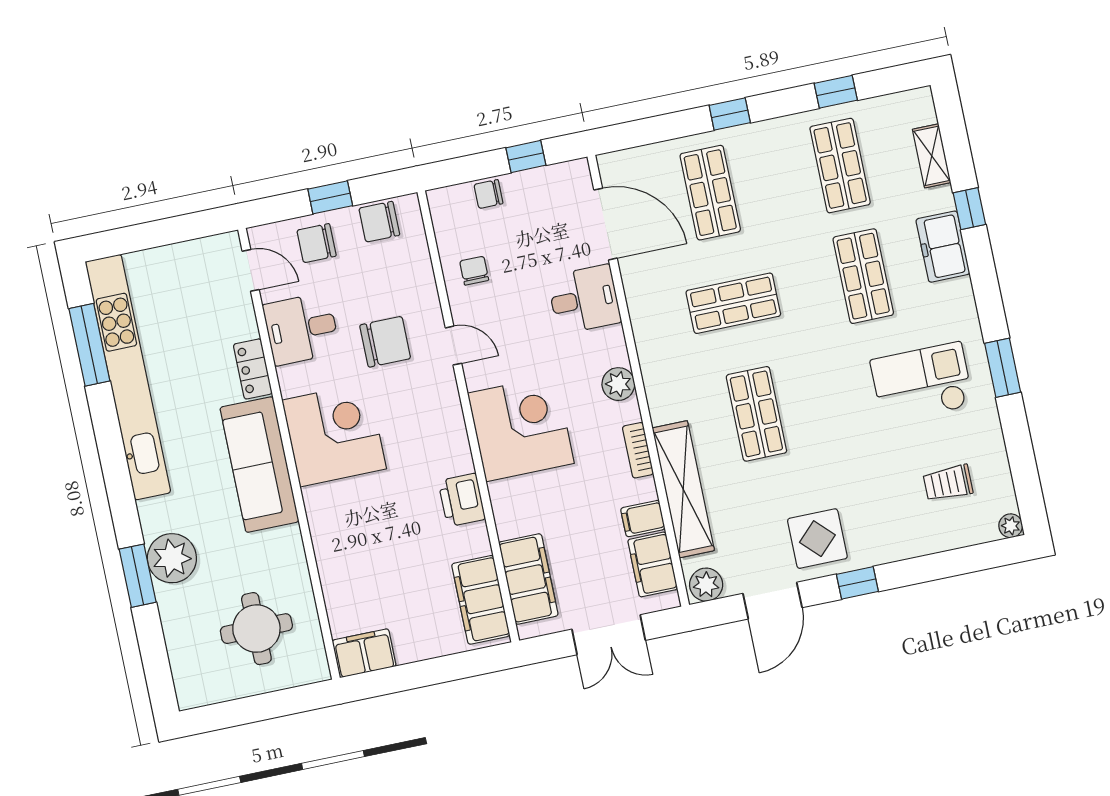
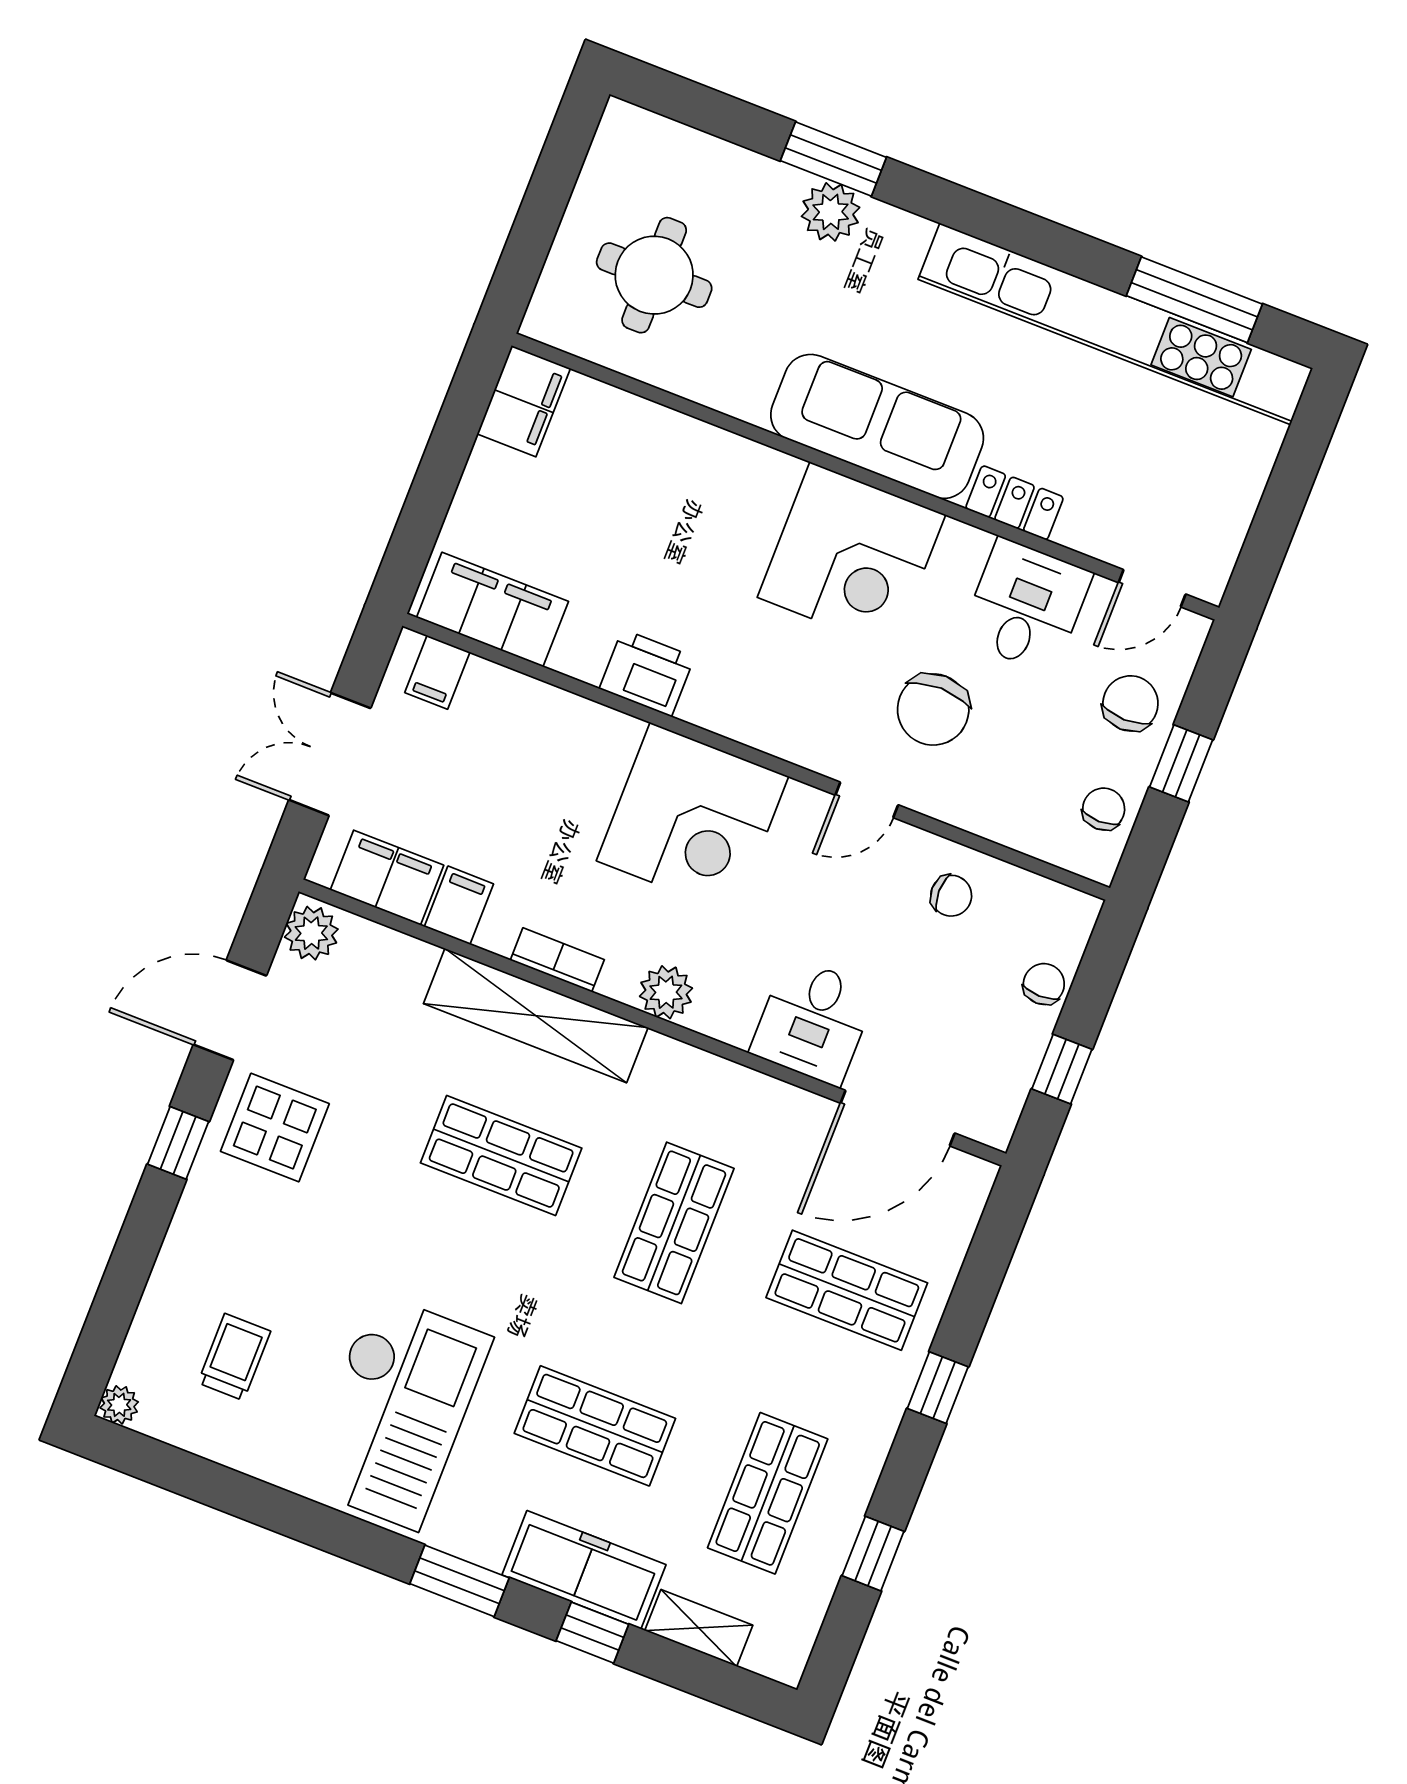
shop shelf: (840, 166) -> (768, 1493), turned 90
chair: (379, 222) -> (1104, 809), width x0.73, depth x0.73
freezer: (943, 247) -> (584, 1570), width x1.40
window: (1003, 368) -> (460, 1581), moved
checkout: (922, 383) -> (396, 1411), width x1.36, depth x1.21
shelving: (683, 489) -> (536, 1016), moved
plant: (172, 558) -> (831, 212), width x0.73, depth x0.73
filing cabinet: (528, 579) -> (437, 672), width x0.33, depth x0.86
door: (772, 601) -> (230, 1010), hinge flipped

